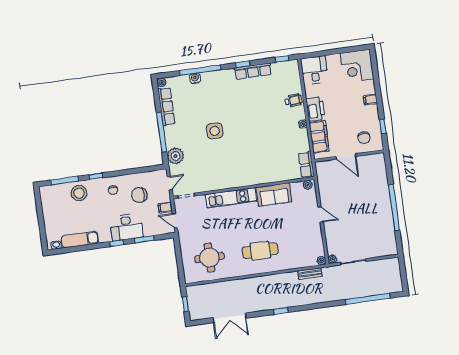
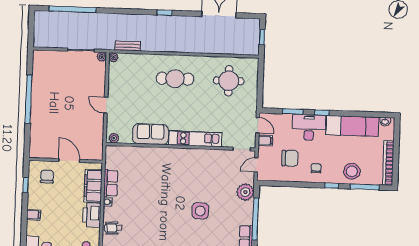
row of seats: (306, 165) -> (111, 183), moved
bookcase: (46, 207) -> (388, 163), added
exam couch: (80, 240) -> (352, 126), width x1.36, depth x1.45

